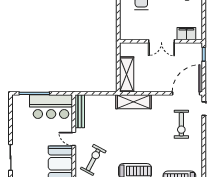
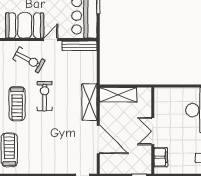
door: (186, 93) -> (98, 139), moved
exercise bike: (181, 124) -> (45, 96), moved, turned 90

